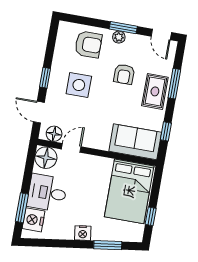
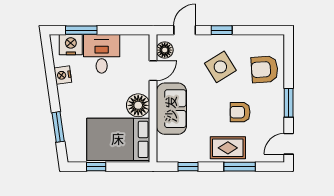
plant: (119, 37) -> (278, 100), removed
armchair: (88, 44) -> (265, 69), turned 86
side table: (79, 85) -> (220, 67), turned -32
sofa: (135, 142) -> (171, 109), moved
door: (71, 148) -> (153, 71), hinge flipped
floor lamp: (46, 158) -> (138, 105), moved
nightstand: (83, 233) -> (63, 75), moved

